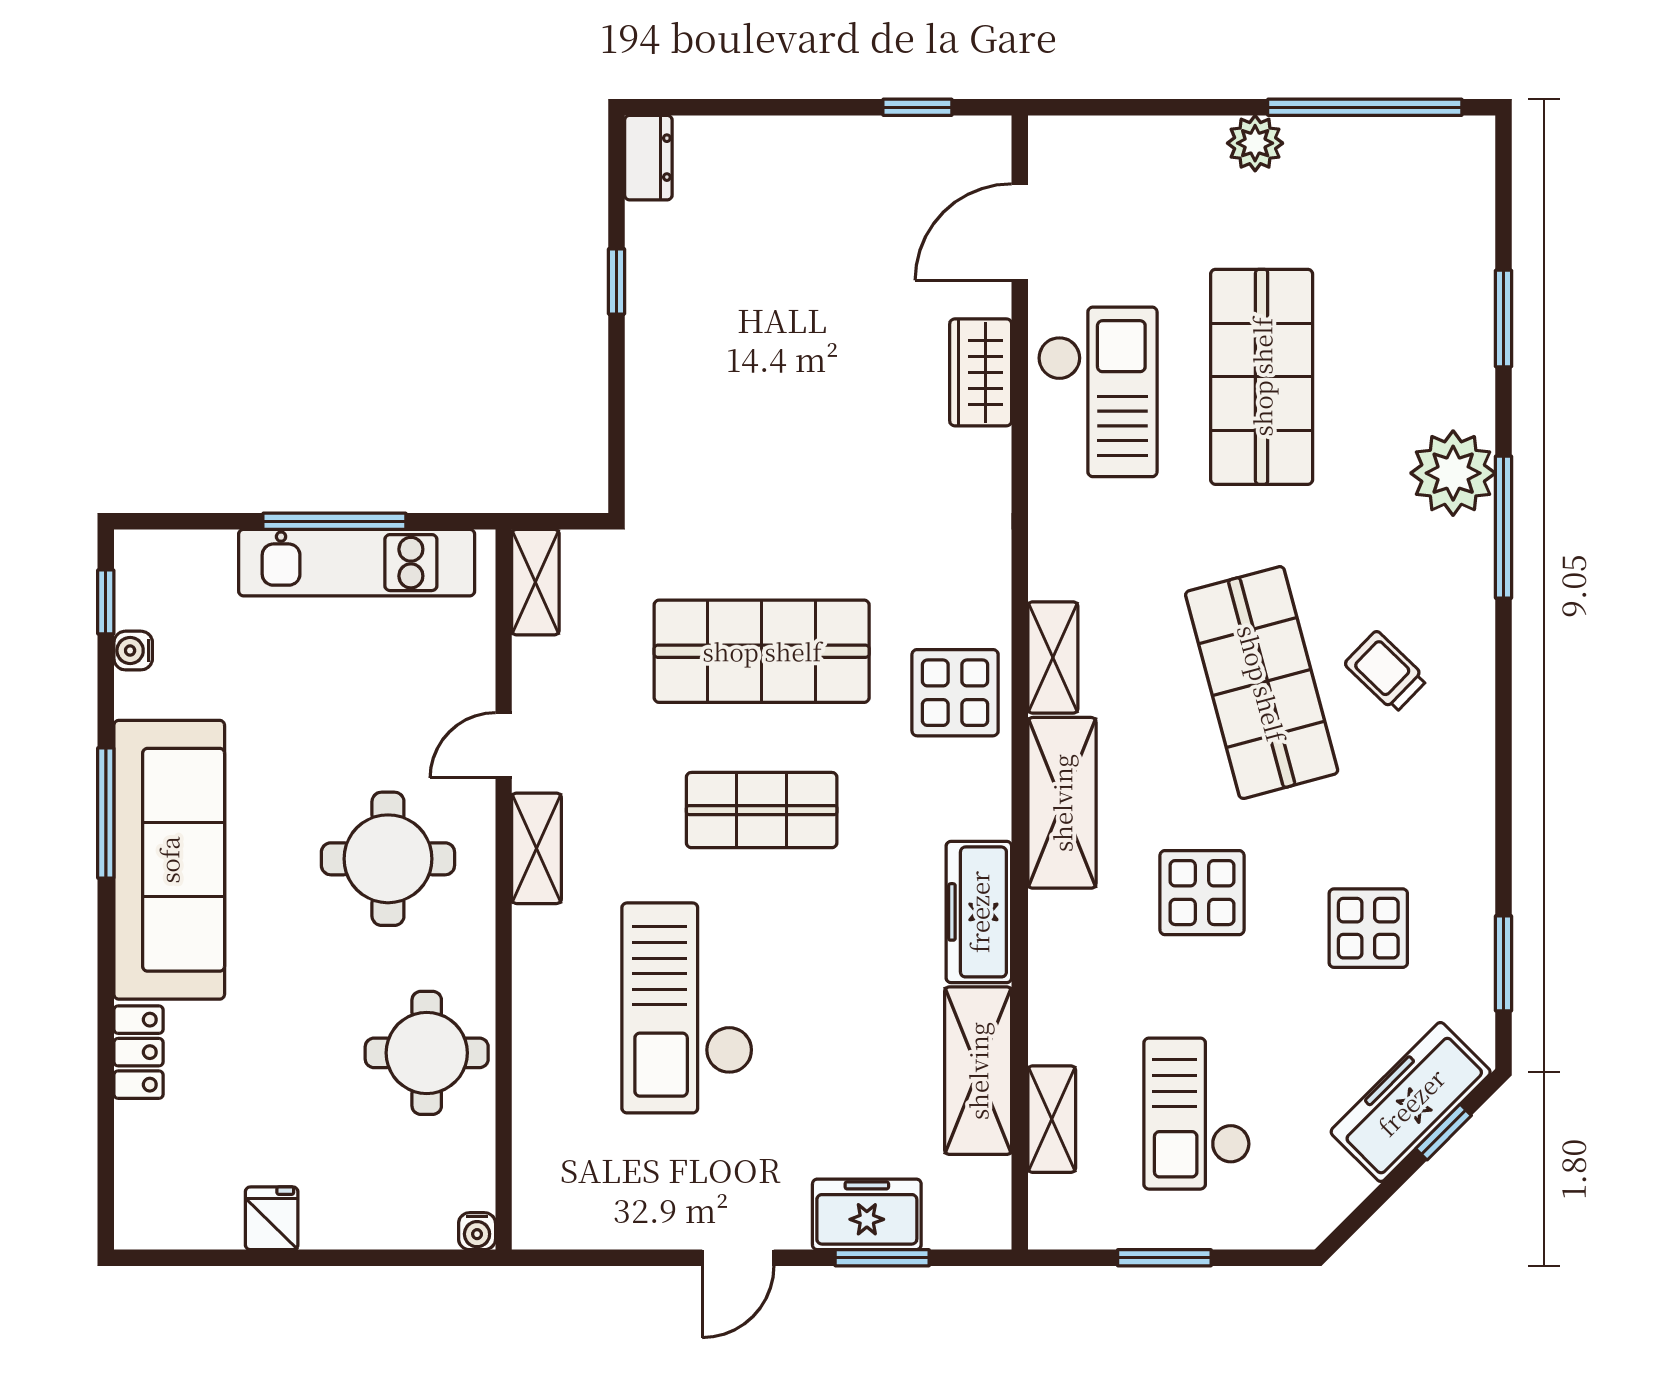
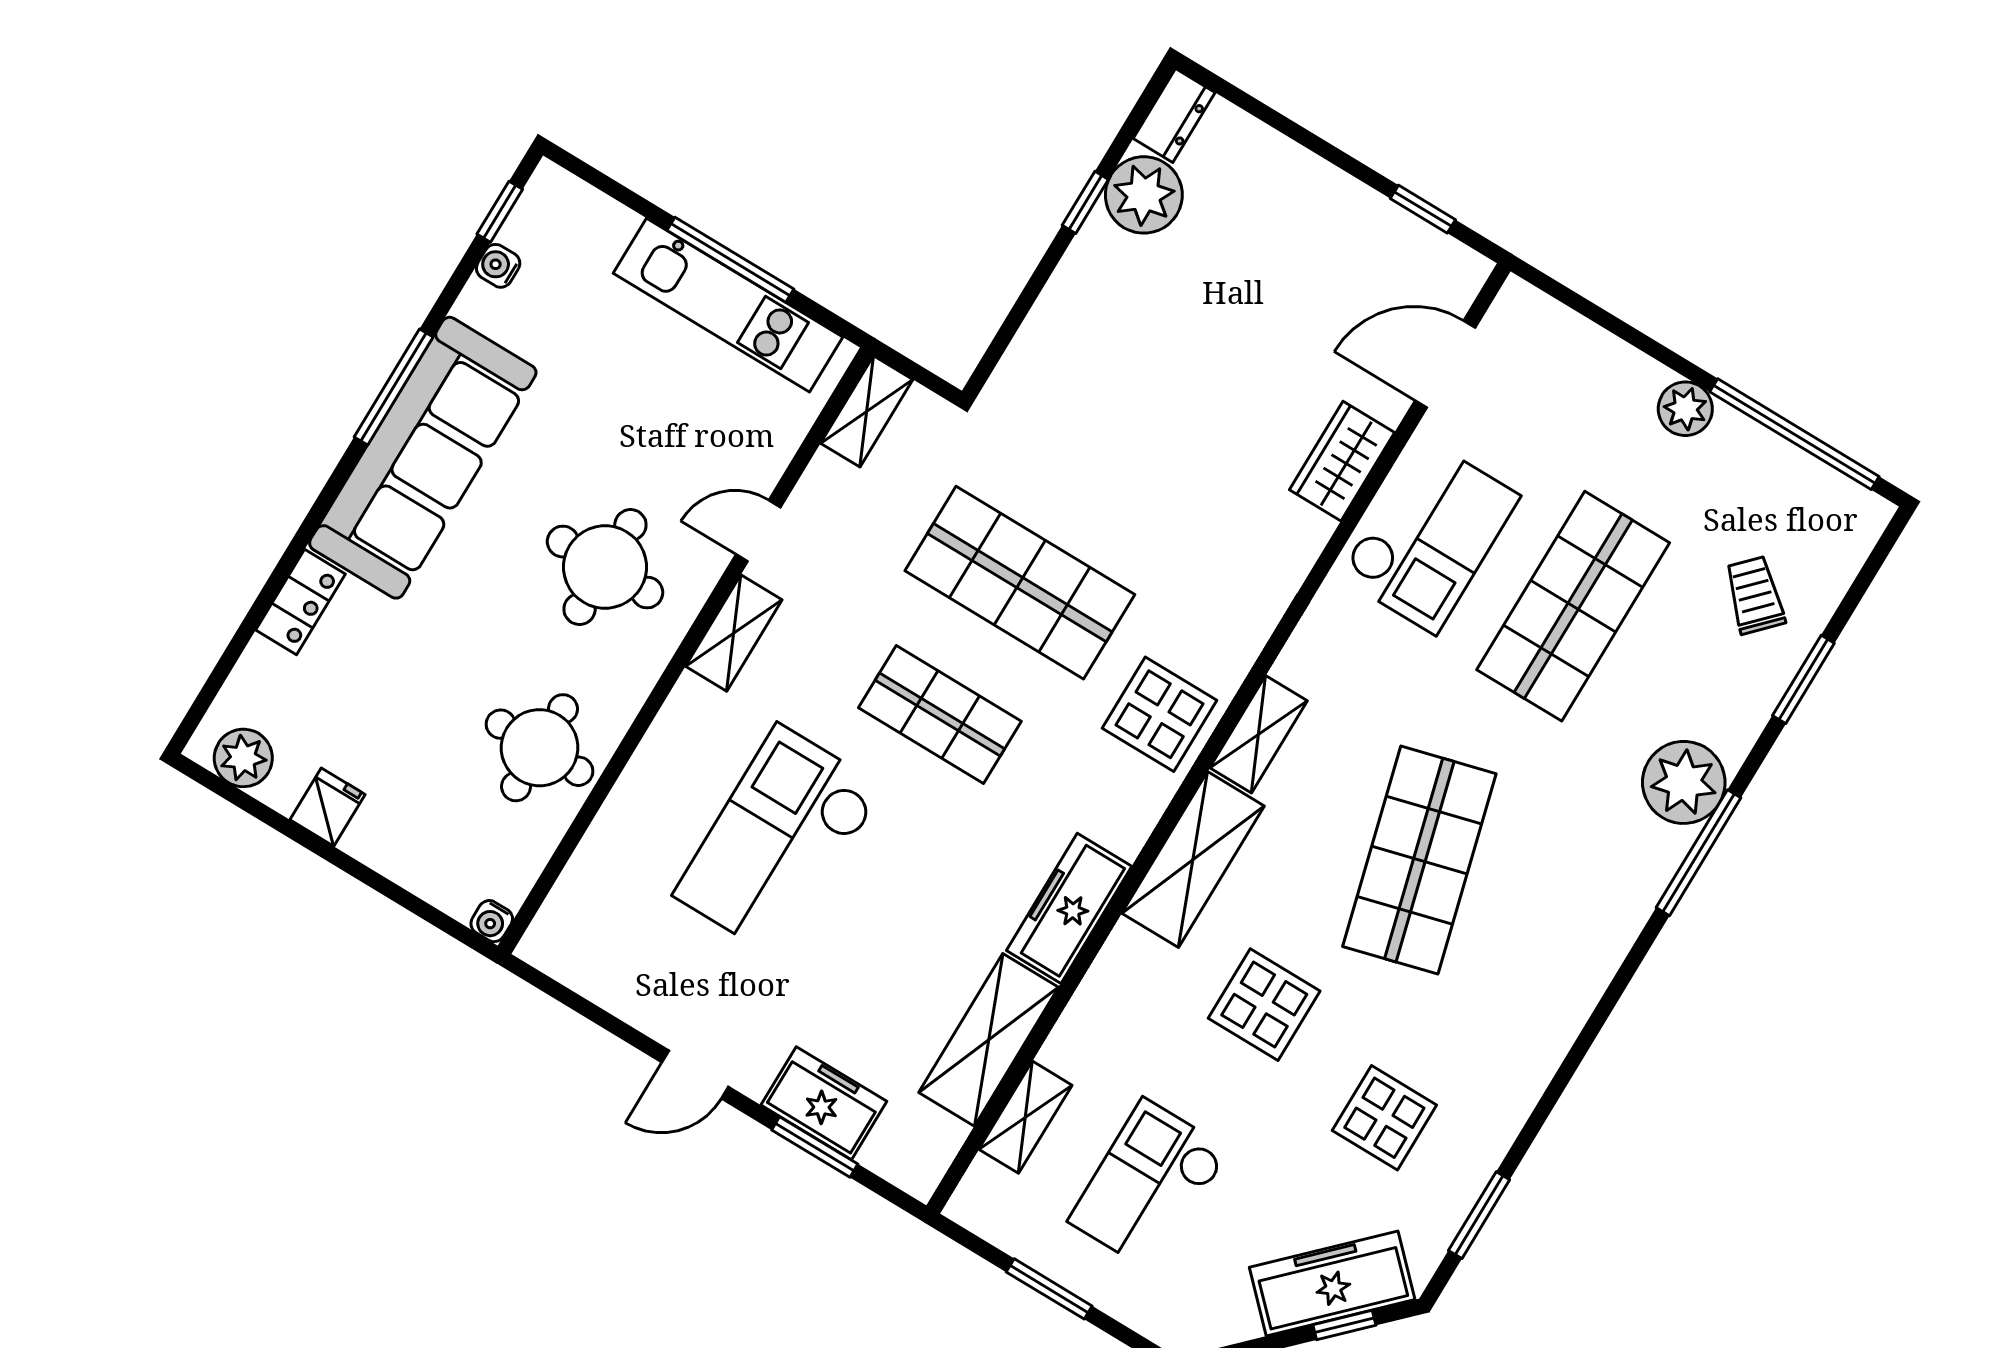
plant: (664, 244) -> (1144, 195), added
trolley: (1386, 672) -> (1755, 595), moved
plant: (171, 1220) -> (243, 758), added

